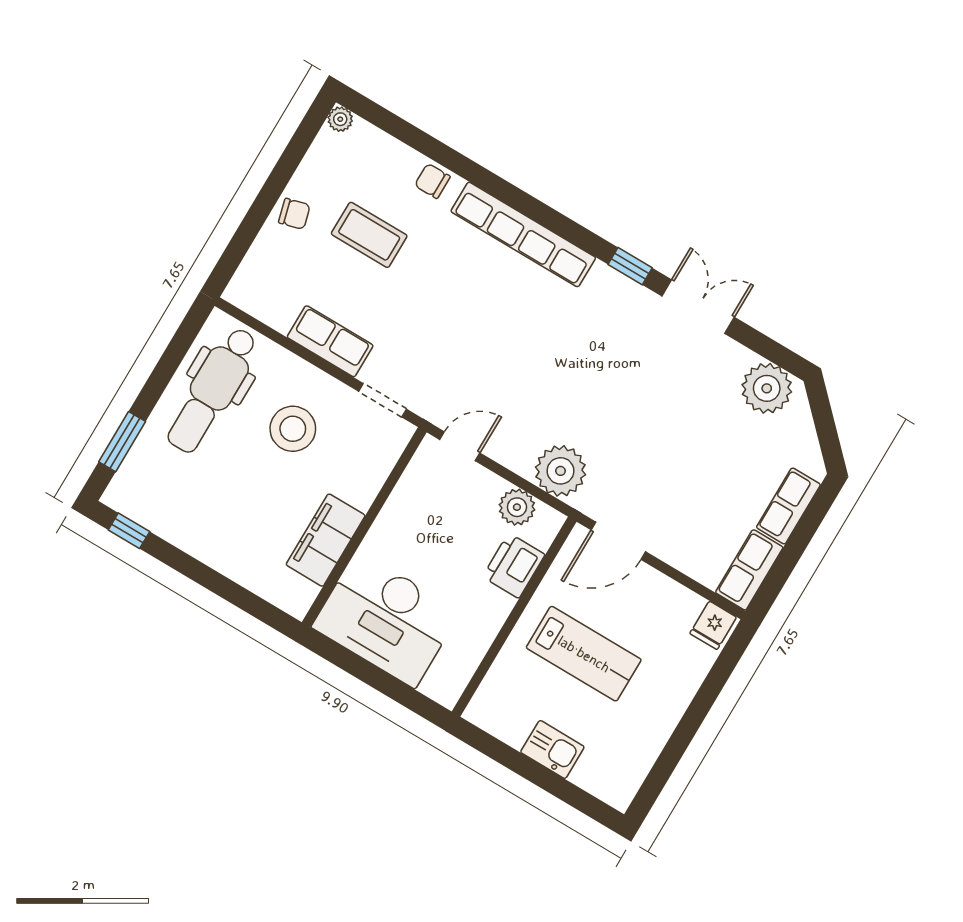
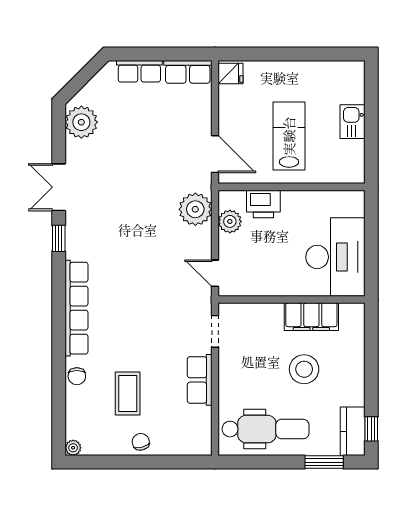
stool: (293, 429) -> (304, 369), moved
kitchen counter: (140, 504) -> (353, 431), added

